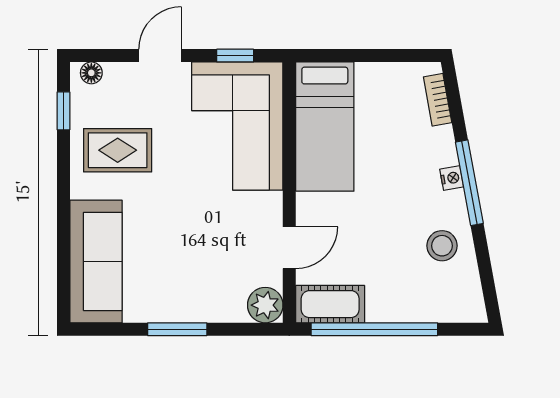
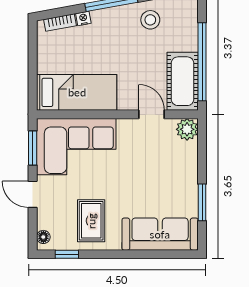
window: (235, 56) -> (33, 148), width x1.50
nightstand: (452, 178) -> (83, 18), moved
cot: (330, 304) -> (183, 81), width x1.37, depth x1.34
window: (177, 329) -> (202, 202), moved

